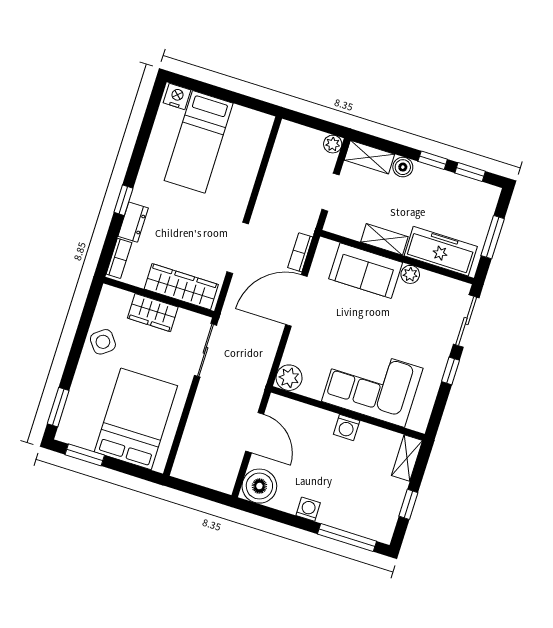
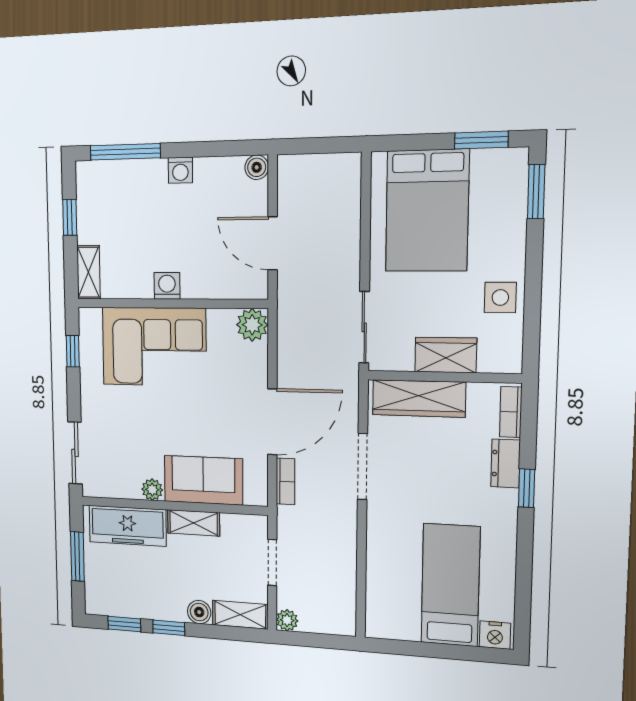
side table: (103, 342) -> (500, 297), turned 37
window: (450, 371) -> (73, 351), moved
boiler: (259, 486) -> (257, 167), width x0.54, depth x0.54

